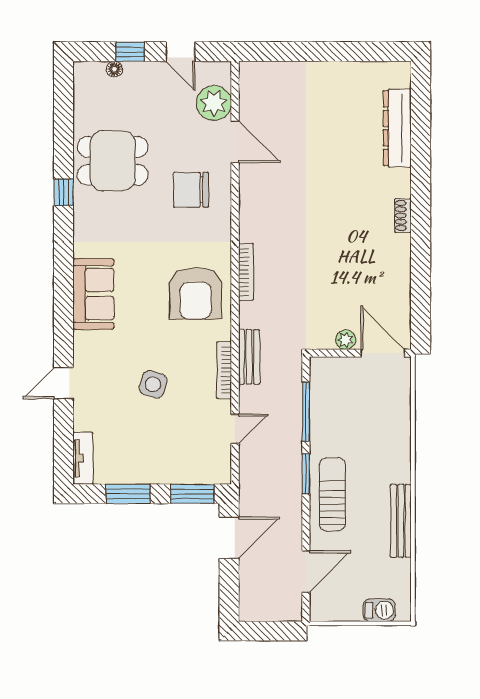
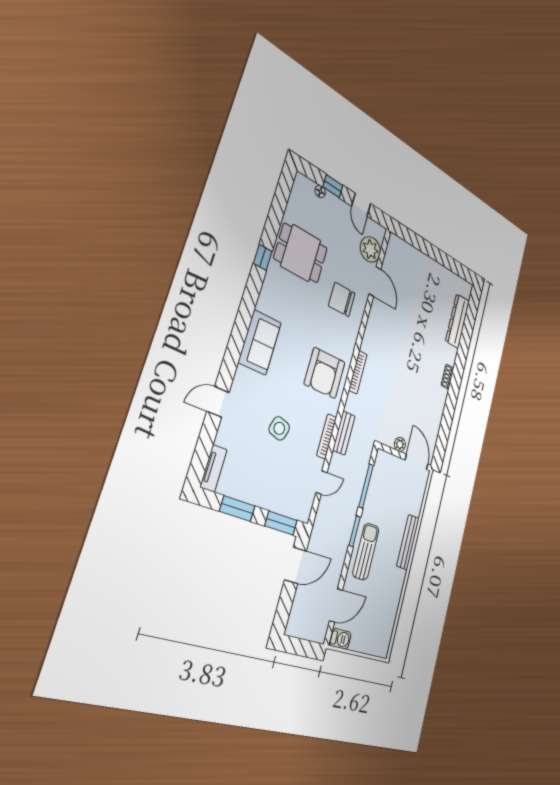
bench: (401, 521) -> (408, 542), moved
barbecue: (379, 610) -> (340, 639), moved

